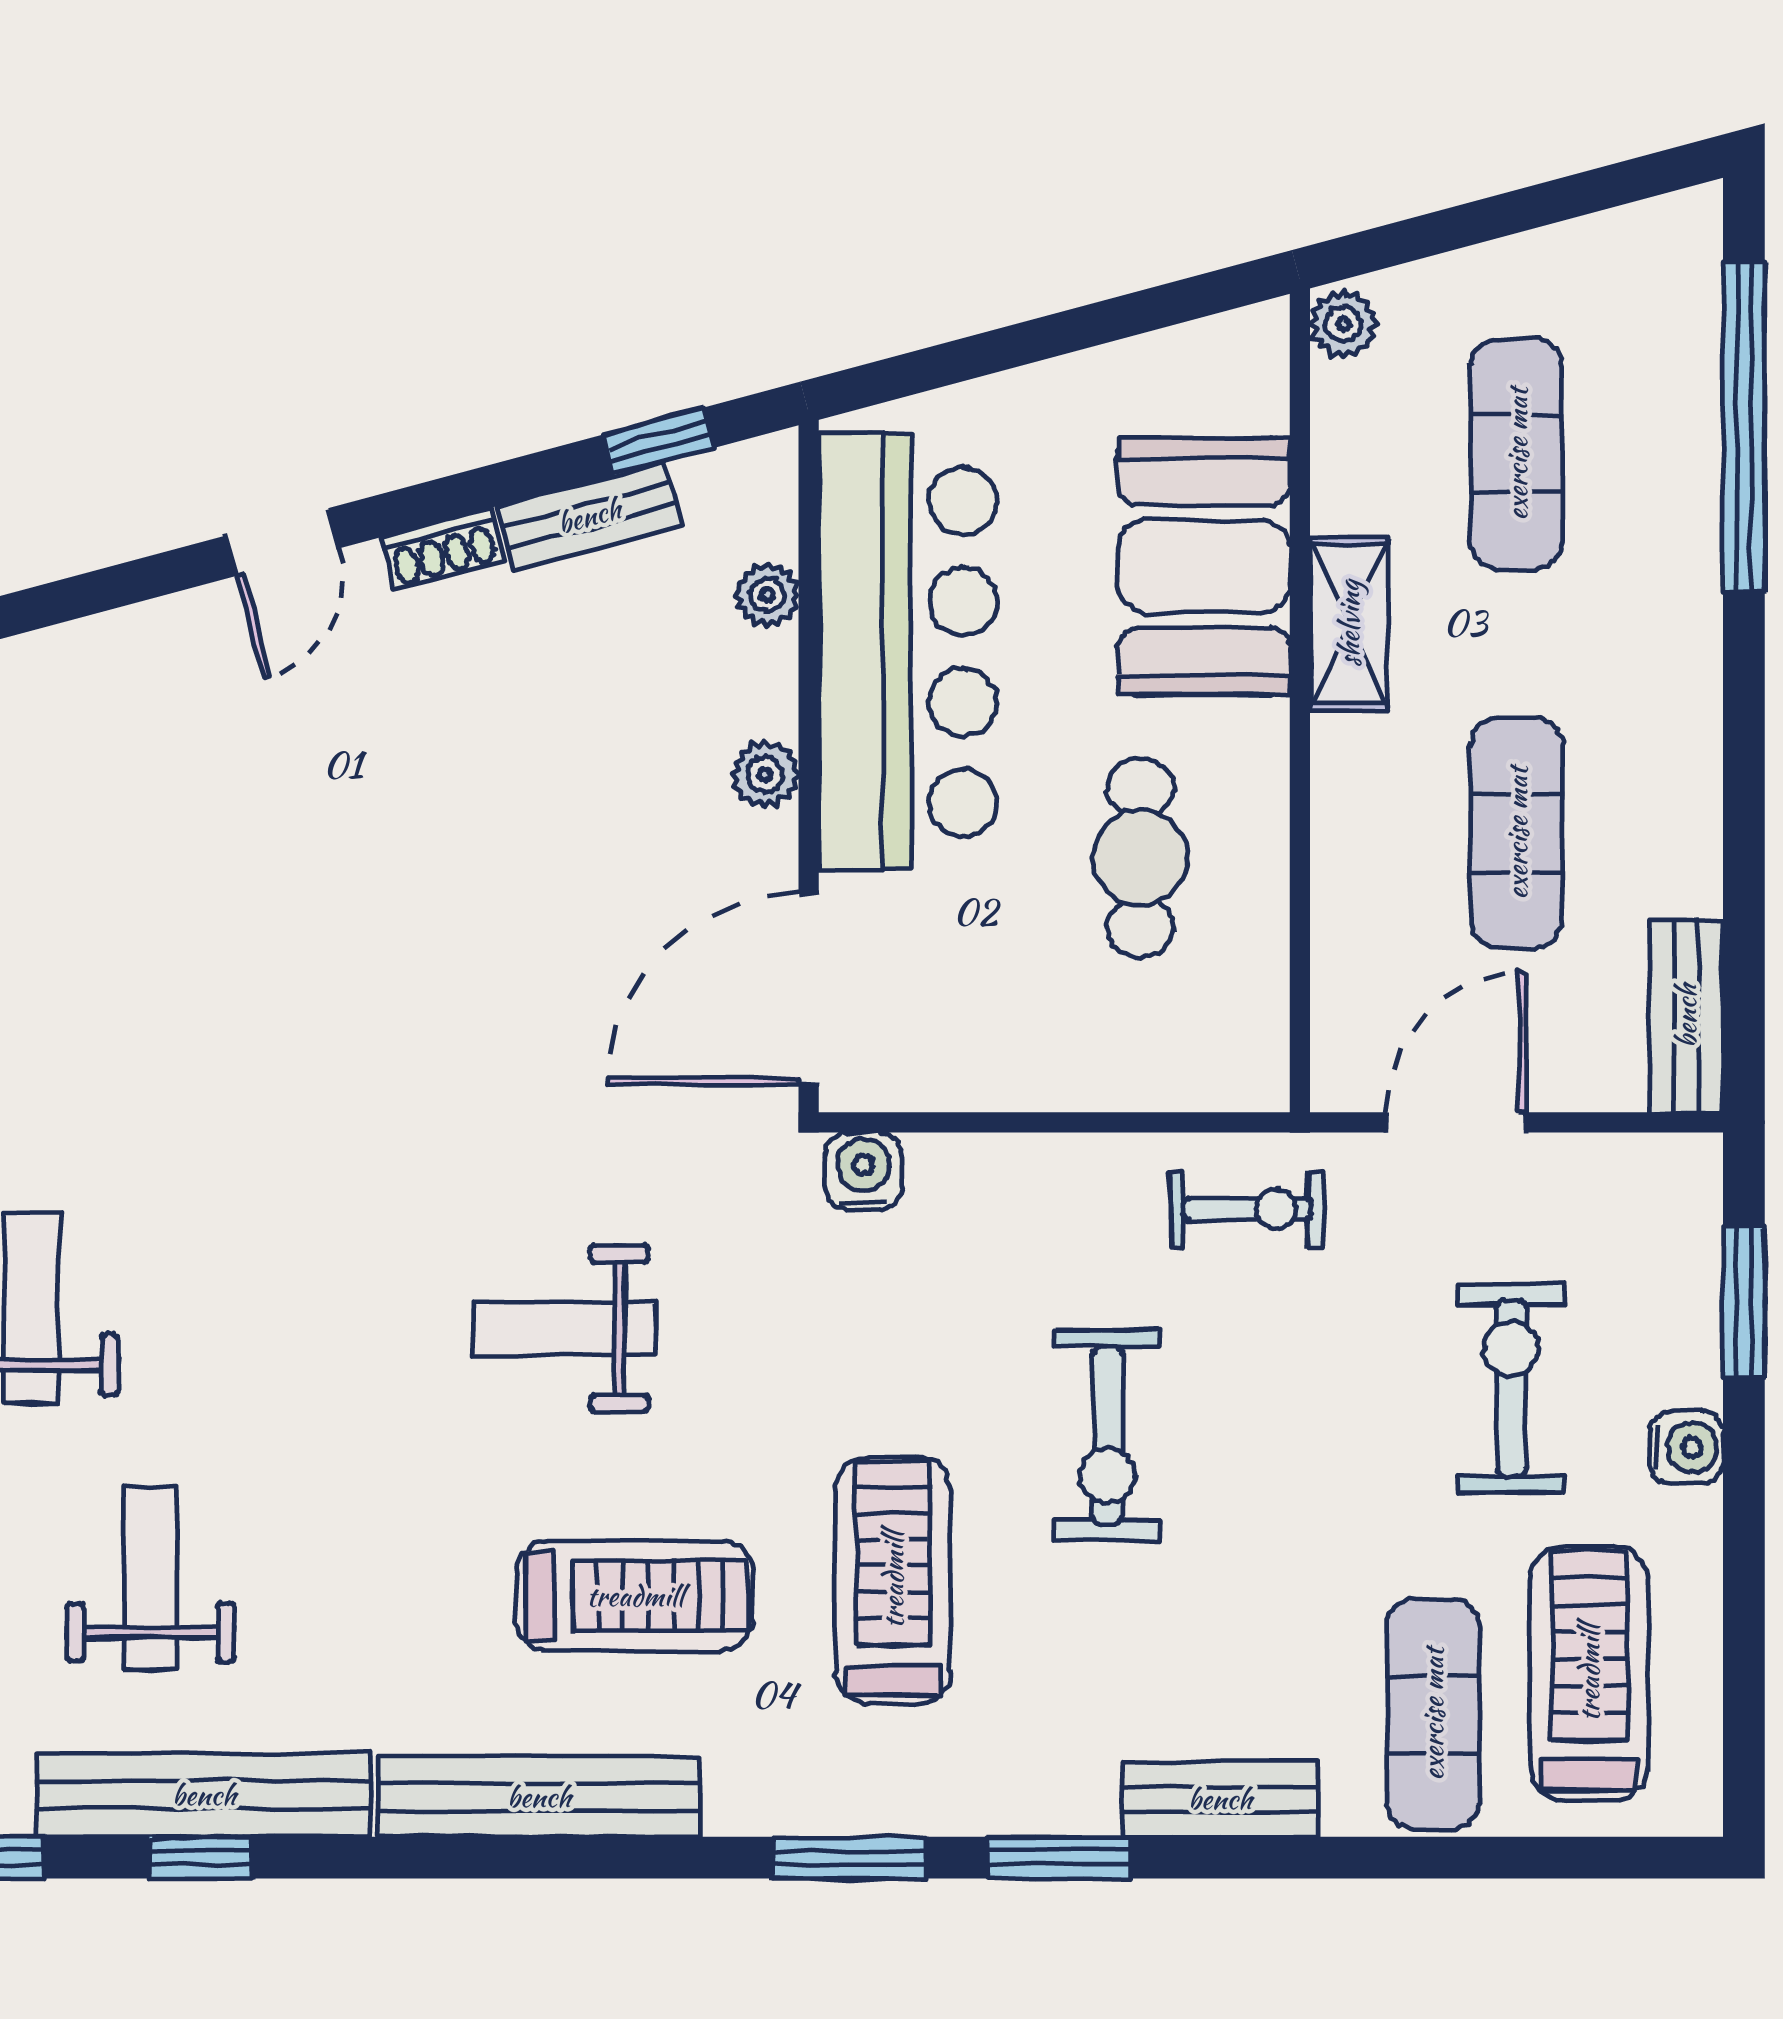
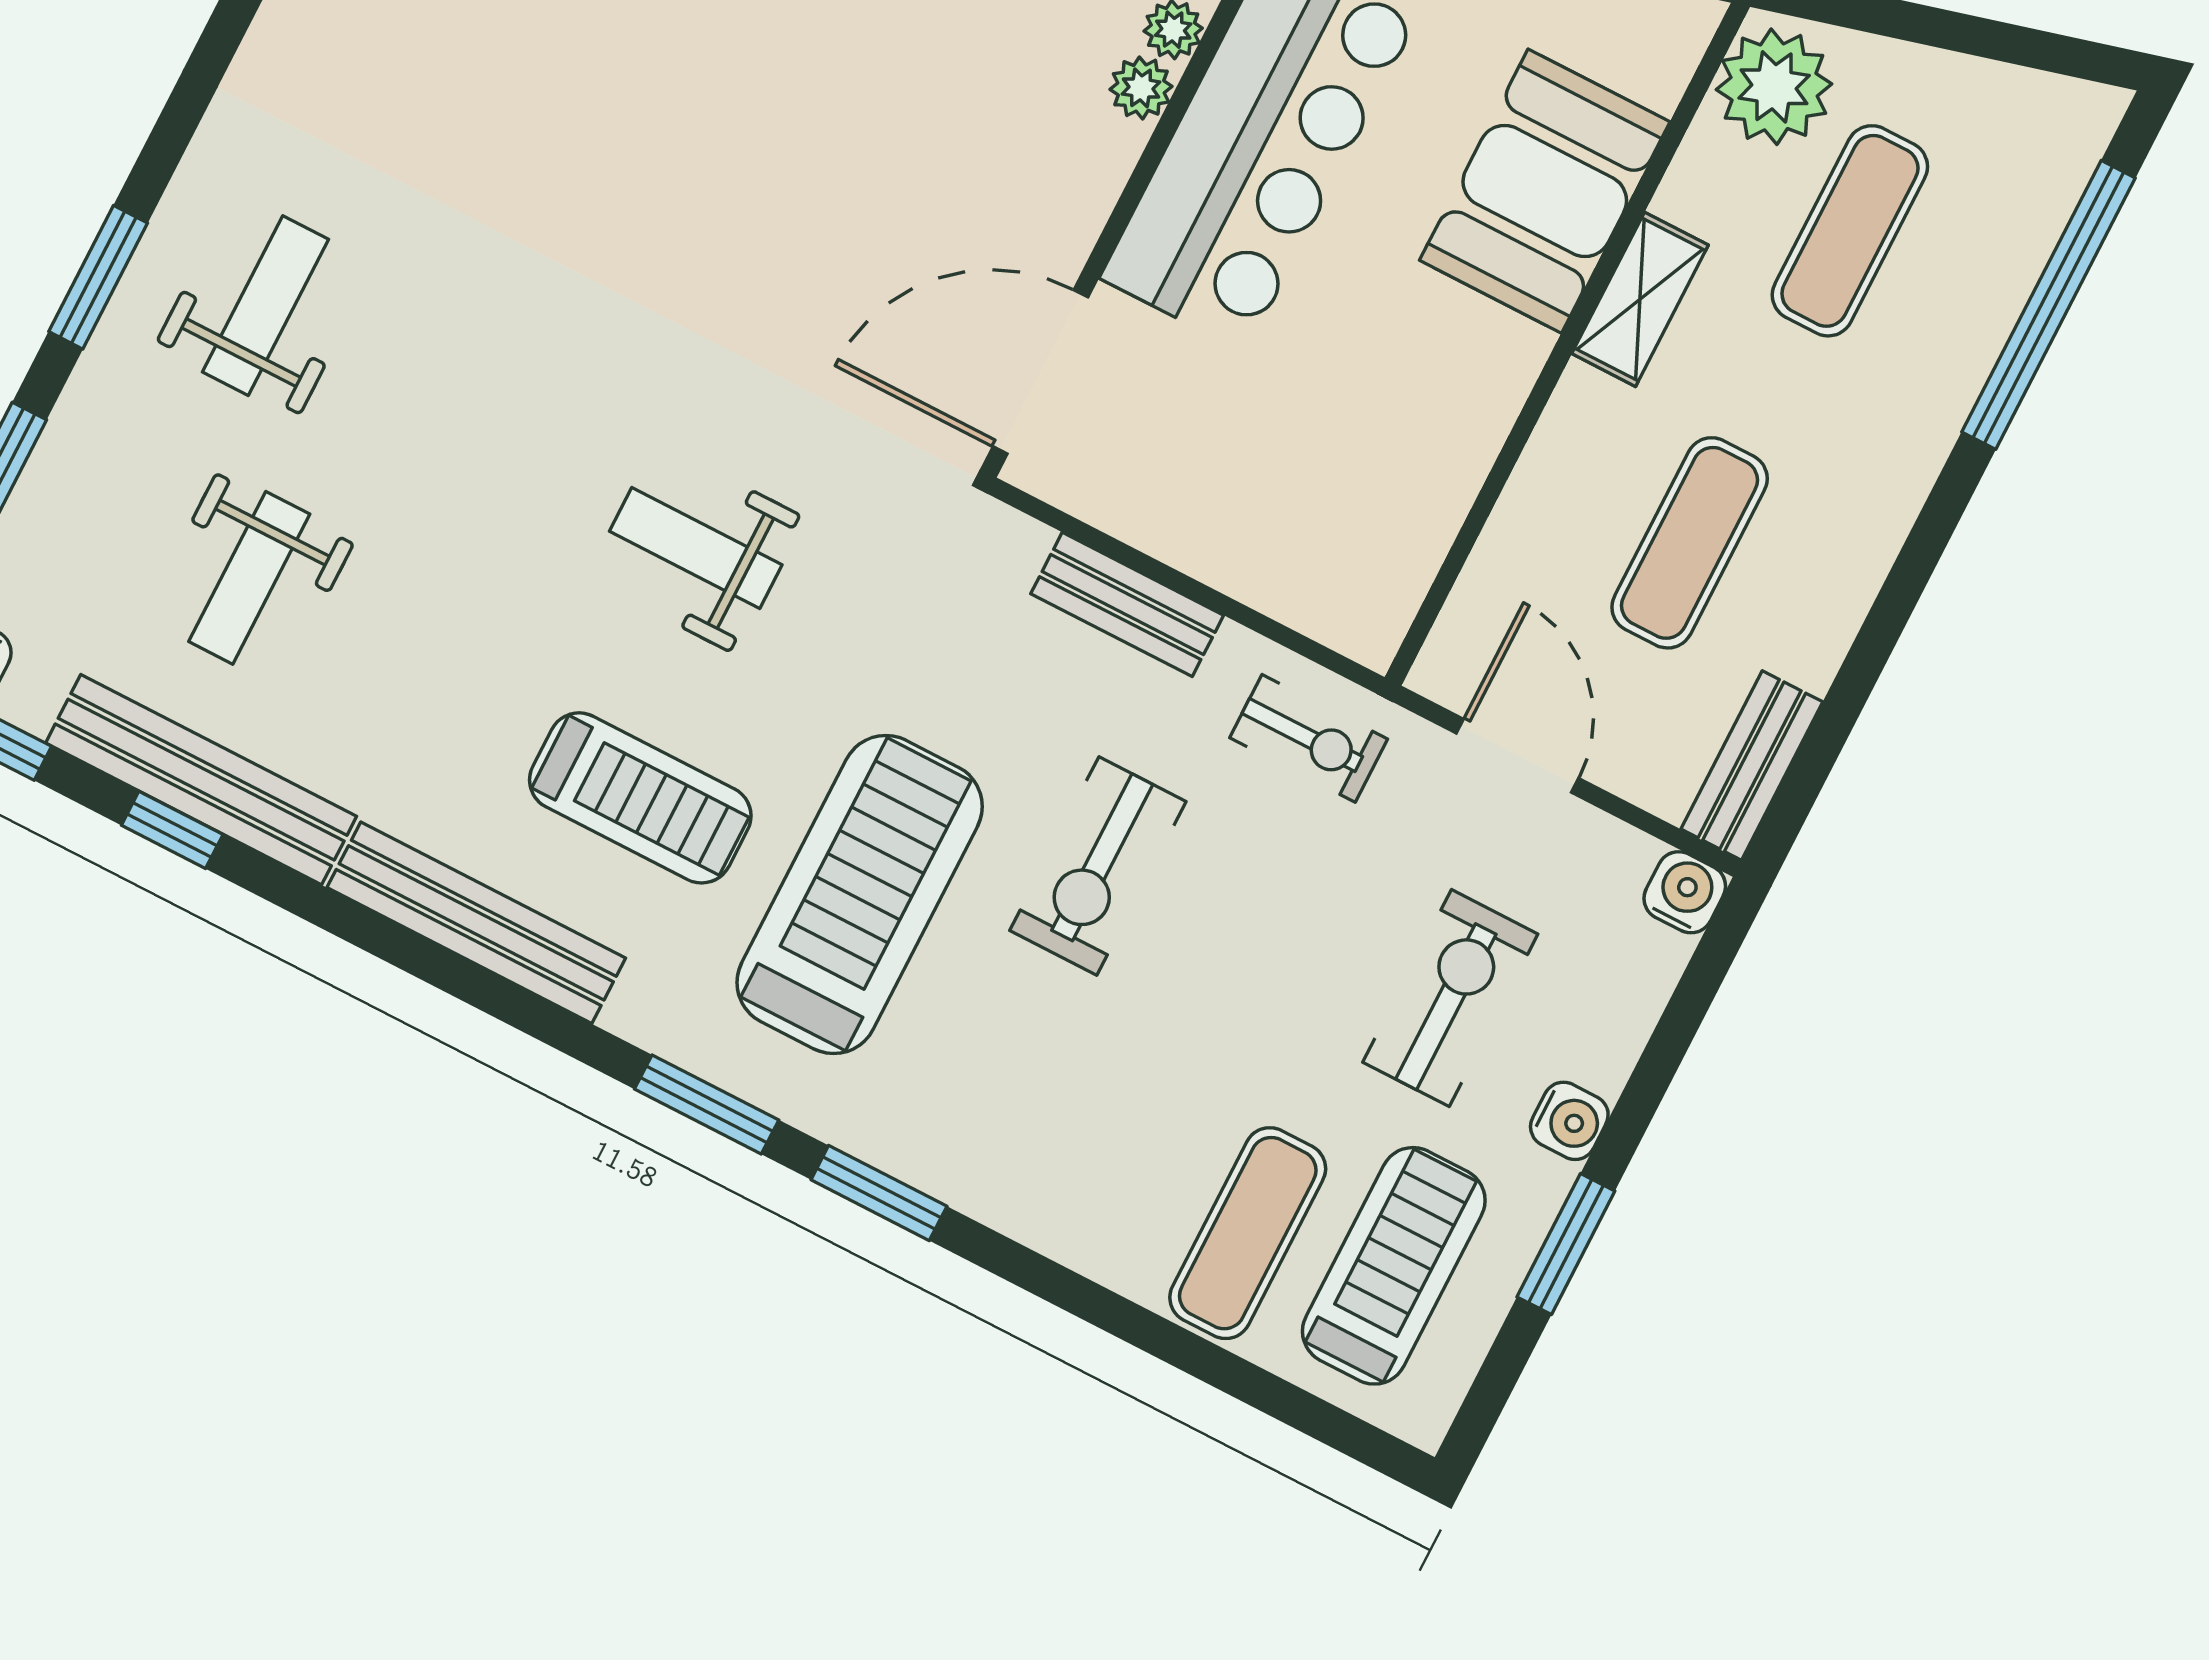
plant: (1343, 324) -> (1774, 87), width x1.88, depth x1.88
plant: (765, 774) -> (1141, 88), moved
cafe table: (1140, 858) -> (1369, 404), removed
door: (1456, 1122) -> (1517, 756), hinge flipped
water cooler: (864, 1171) -> (1685, 892), moved
window: (1744, 1303) -> (1566, 1244), moved
weight bench: (150, 1577) -> (249, 578), turned 180
treadmill: (893, 1580) -> (860, 894), width x1.37, depth x1.38
bench: (1220, 1799) -> (1127, 604), moved

